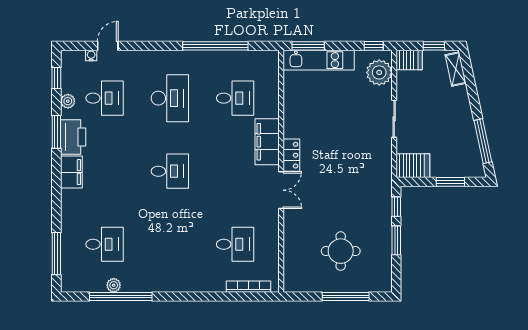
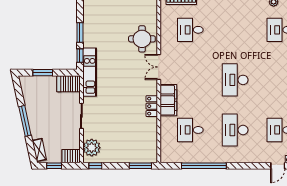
kitchen unit: (319, 60) -> (90, 72), moved, turned 90
window: (483, 141) -> (25, 121), moved
locker: (291, 155) -> (152, 106), moved
desk: (170, 171) -> (235, 80), width x1.37
round table: (341, 251) -> (142, 39), moved

